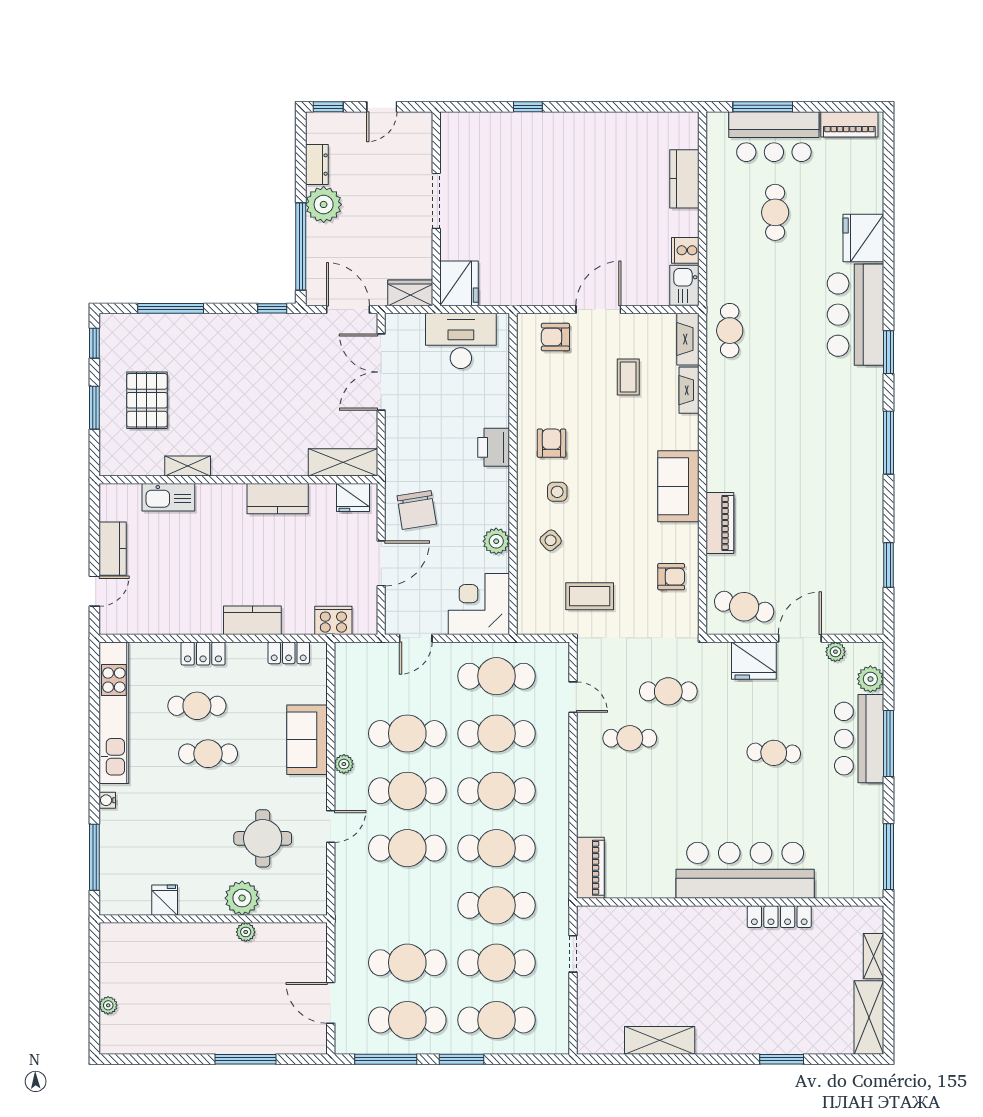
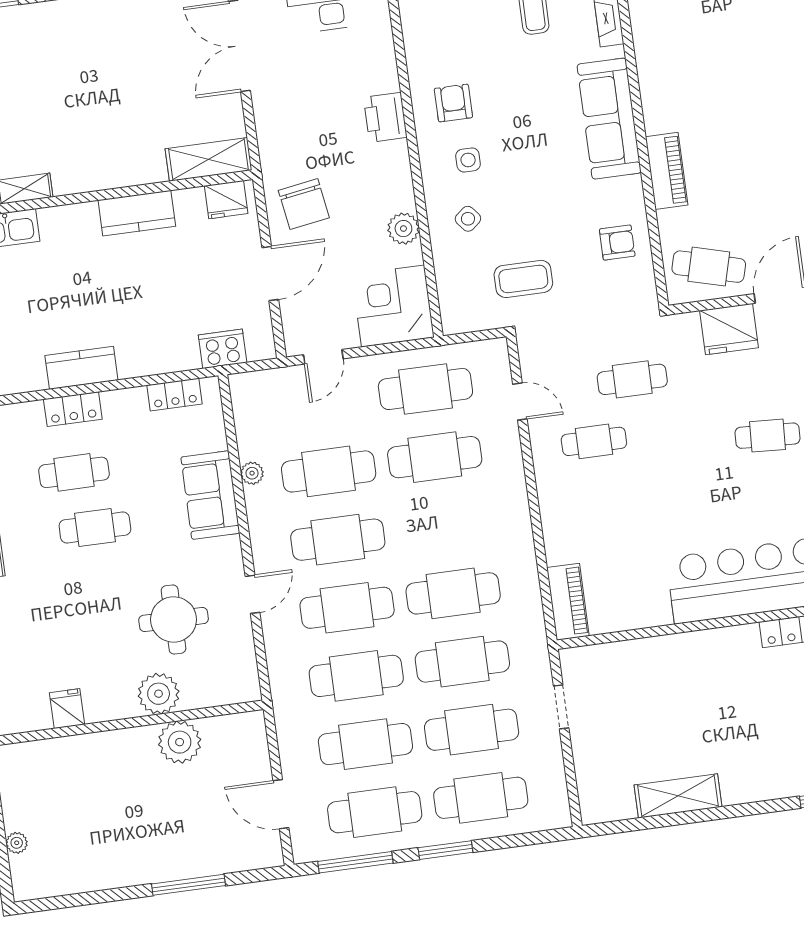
sofa: (678, 486) -> (609, 119), width x1.36
kitchen counter: (252, 620) -> (81, 368), moved
plant: (344, 764) -> (252, 473), moved
cafe table: (496, 791) -> (356, 676), moved
plant: (246, 932) -> (180, 742), width x1.88, depth x1.88

